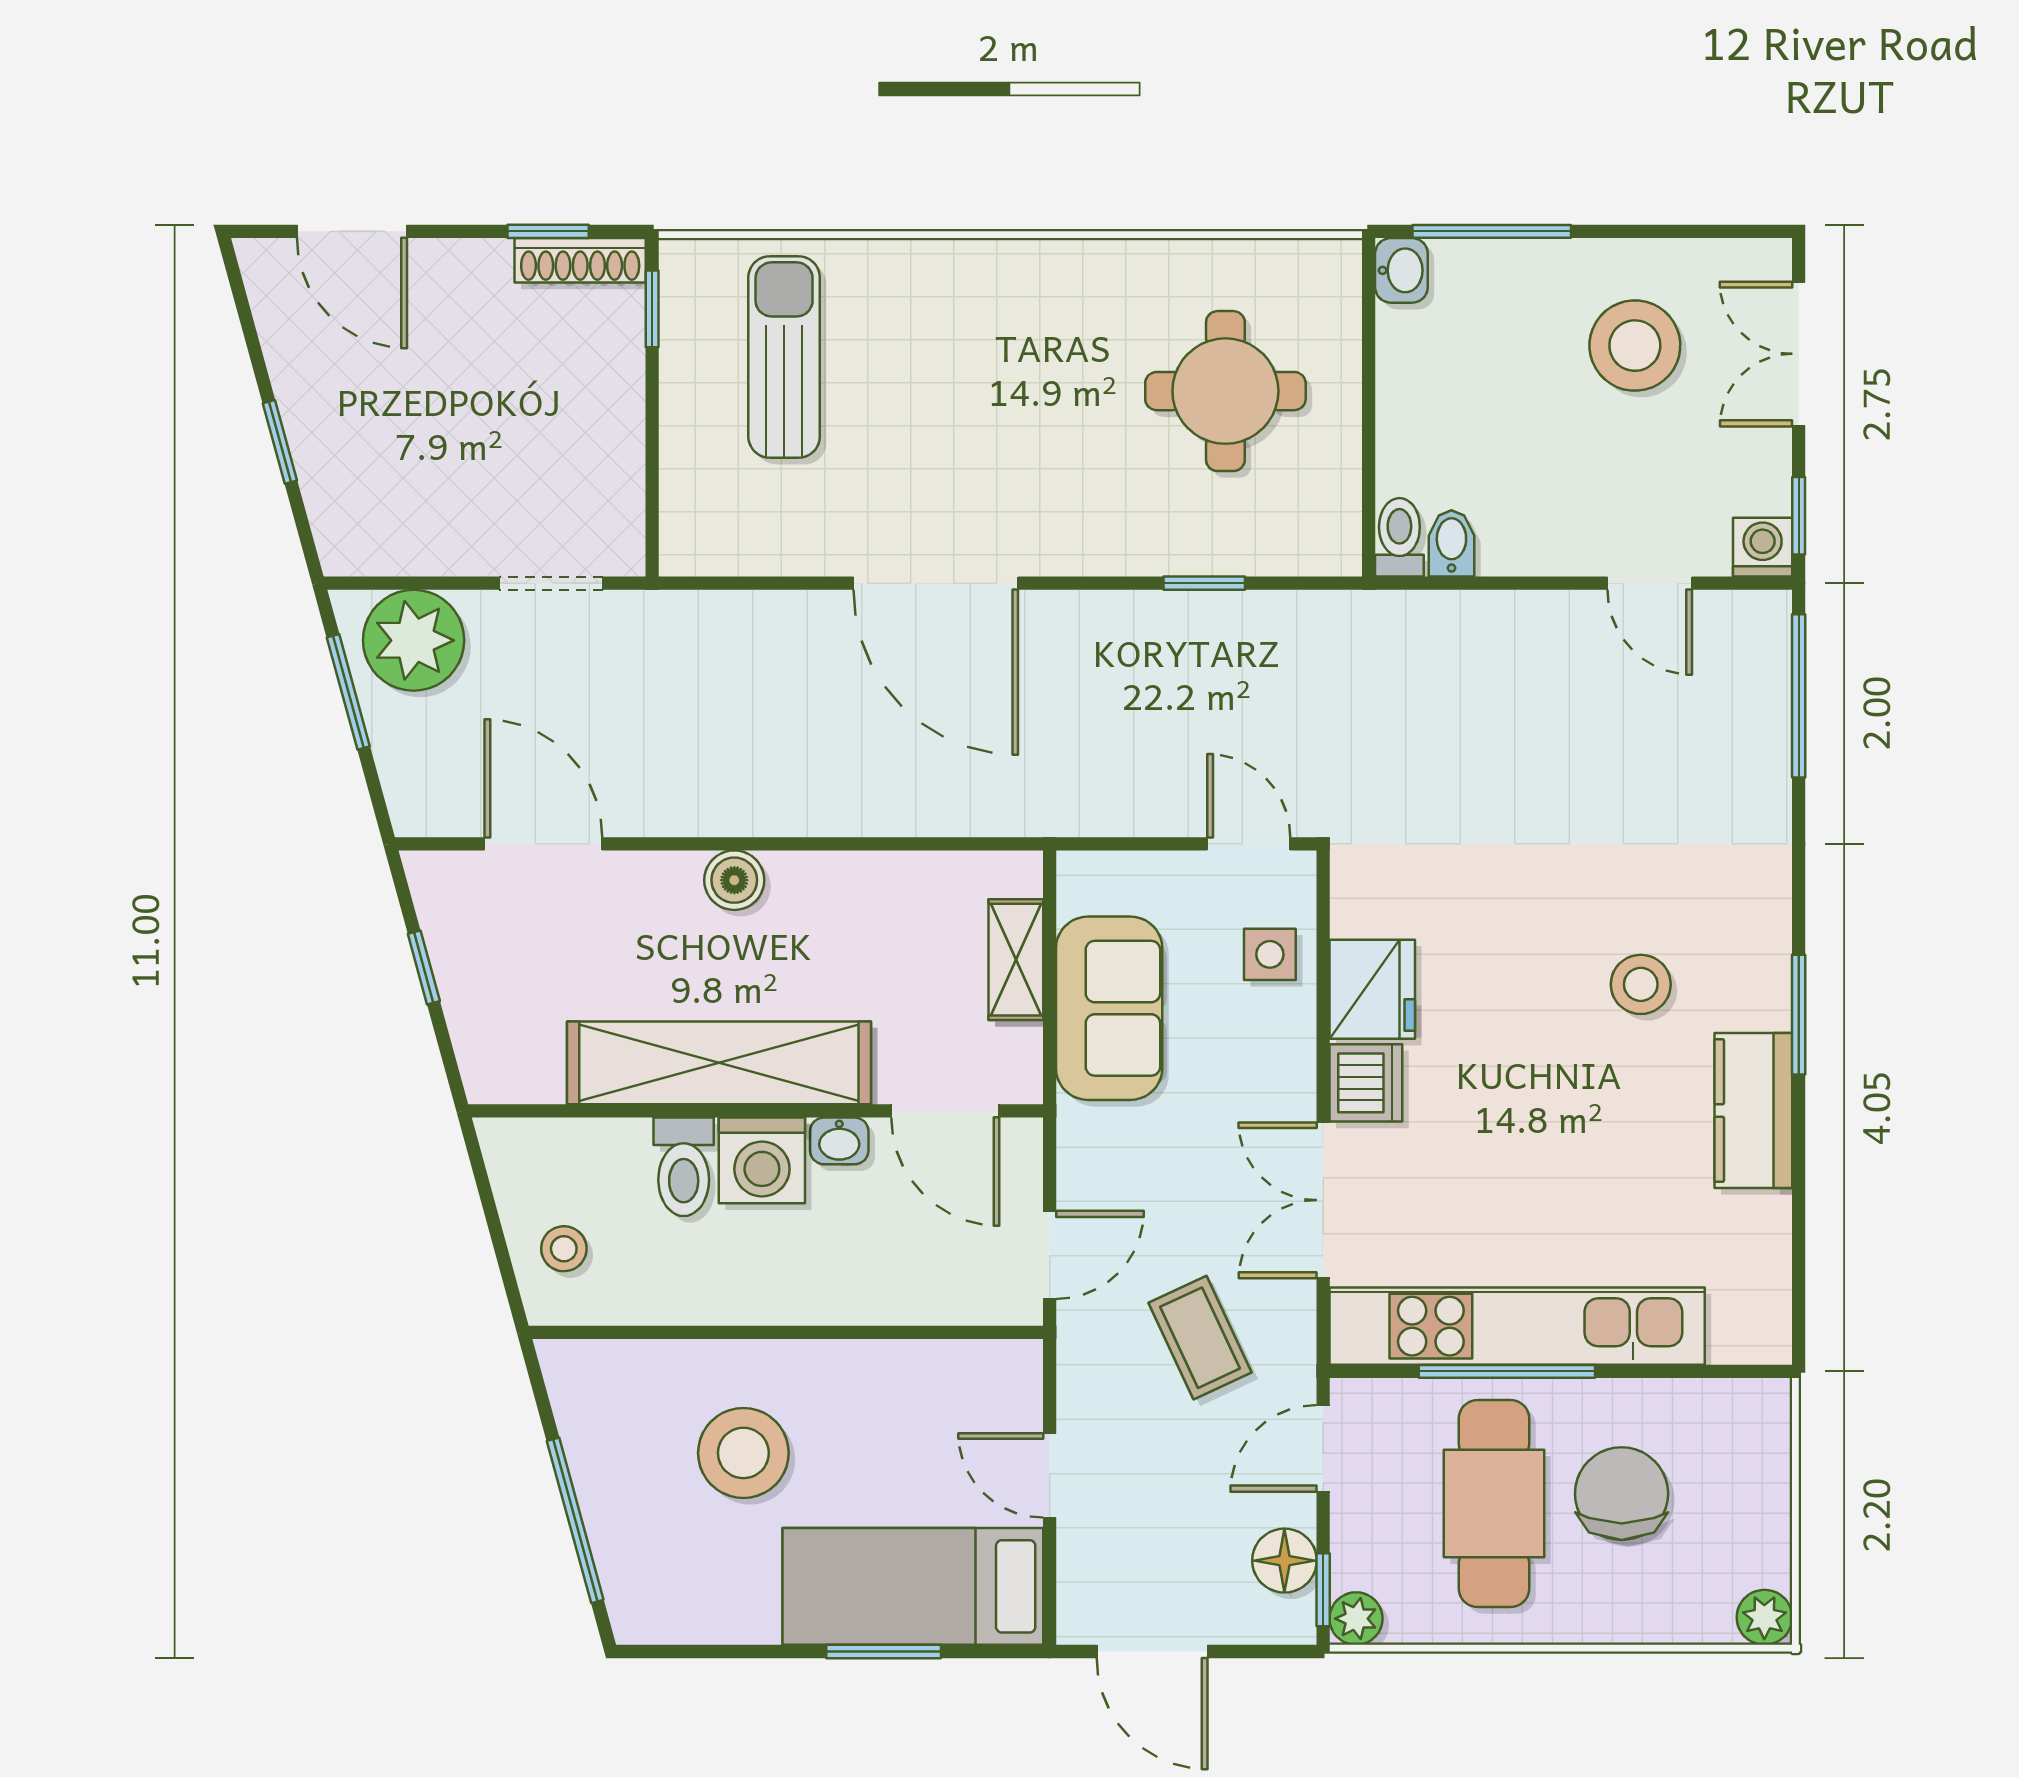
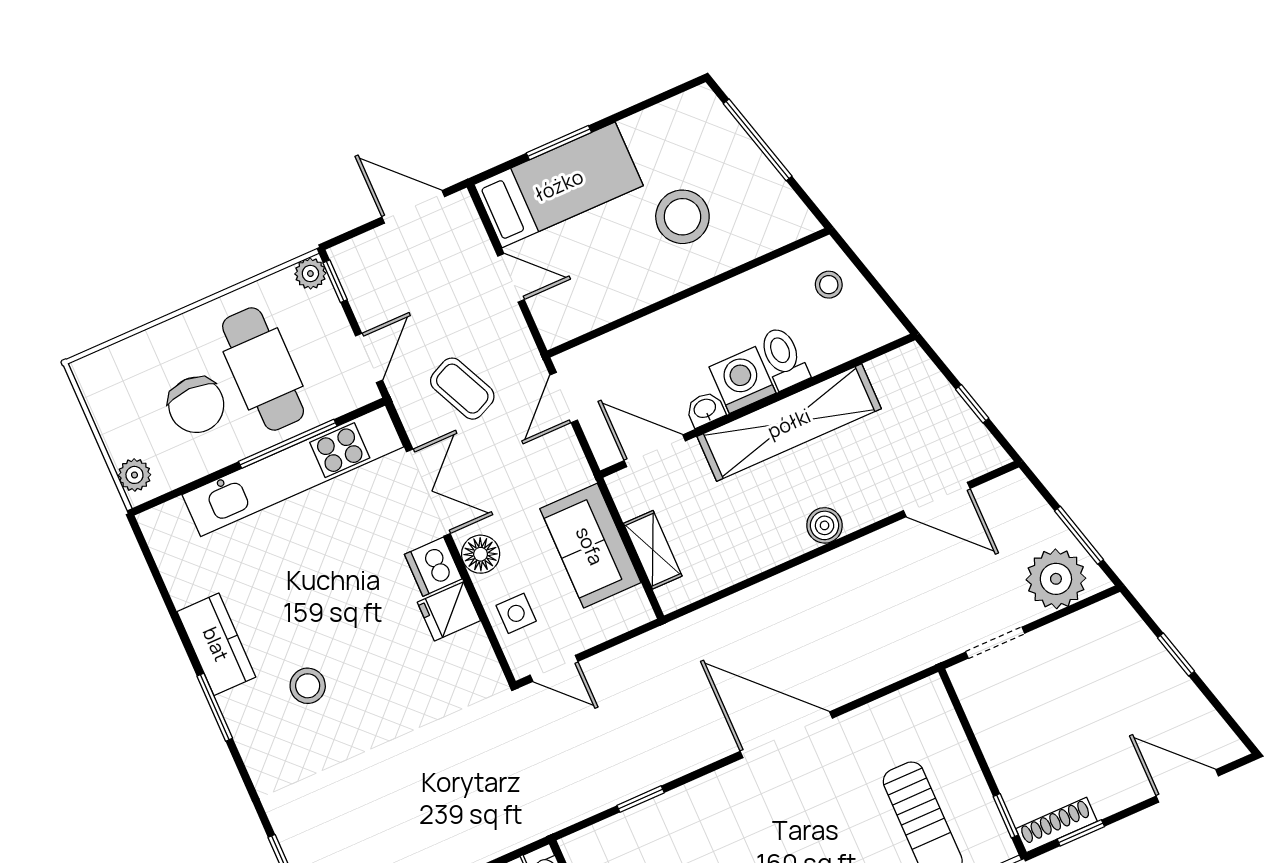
fridge: (1372, 989) -> (449, 611), width x0.72
floor lamp: (1284, 1561) -> (481, 554), moved
plant: (1764, 1617) -> (134, 475), moved

